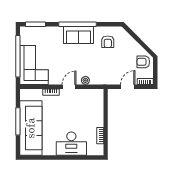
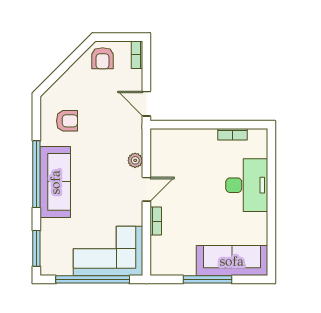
sofa: (79, 35) -> (55, 182), width x1.36
door: (69, 87) -> (146, 189), swing flipped
door: (128, 87) -> (146, 104), moved
sofa: (31, 128) -> (232, 261), width x0.74, depth x0.79

